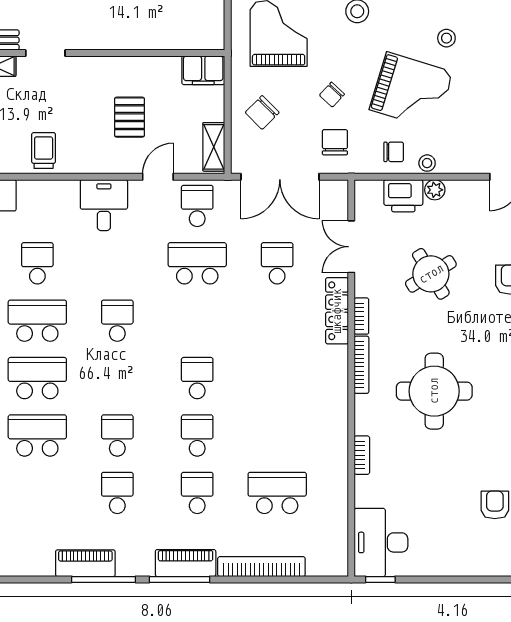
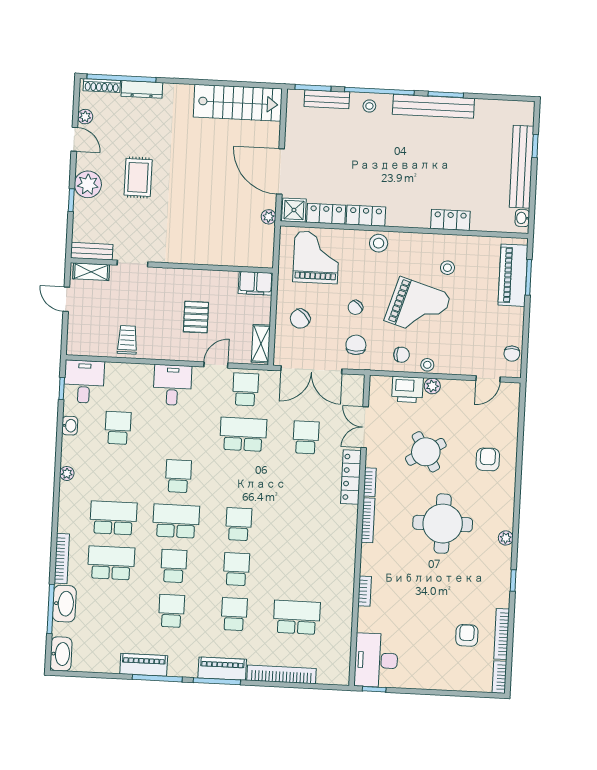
school desk: (37, 321) -> (176, 521), moved
round table: (434, 391) -> (443, 524), moved

